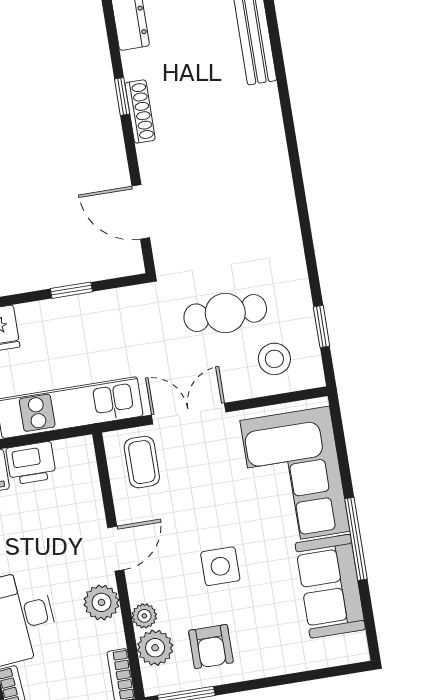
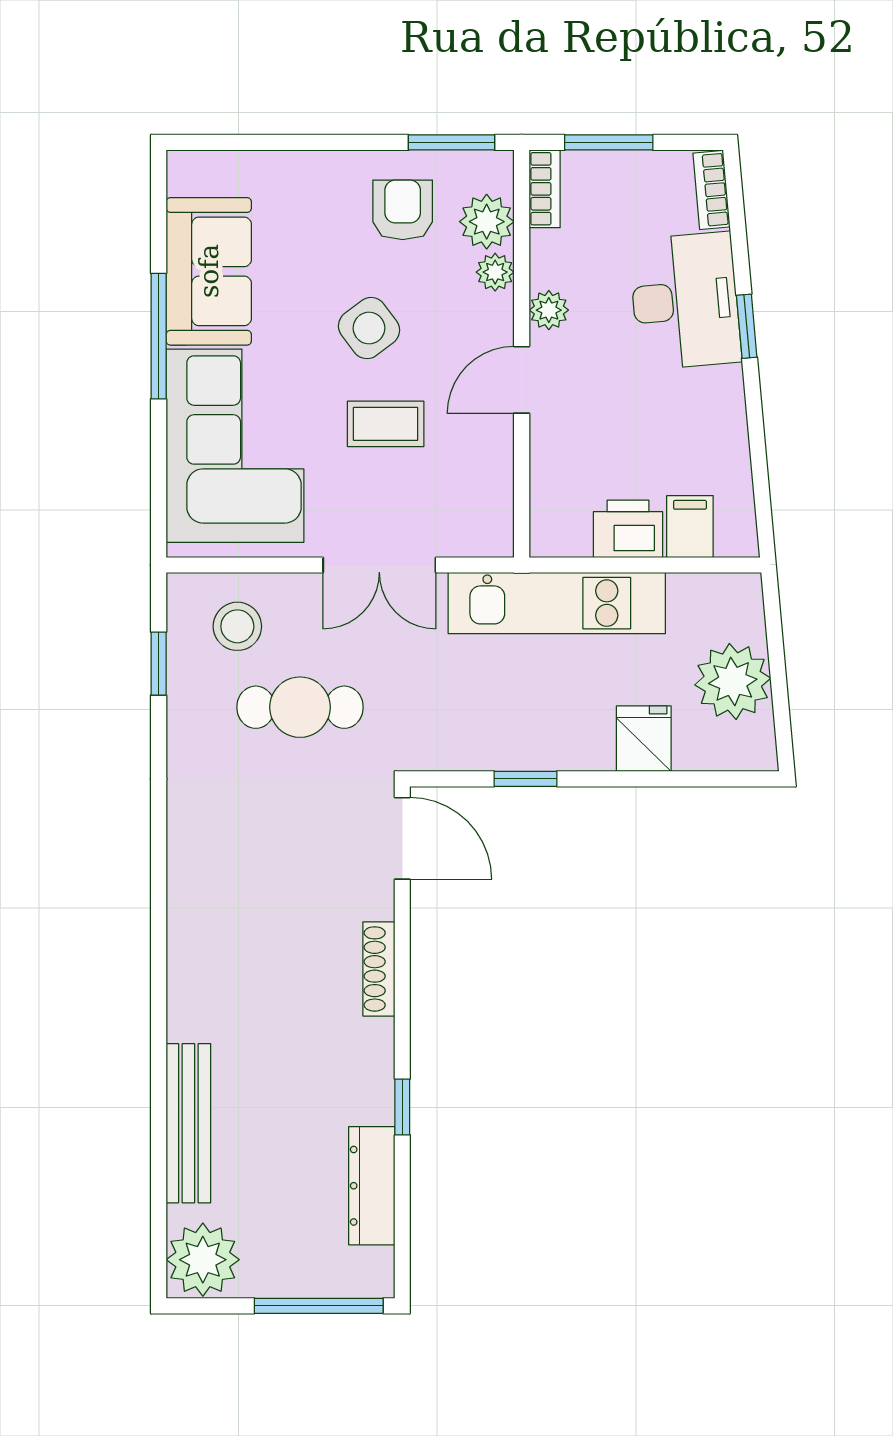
window: (122, 97) -> (402, 1107), moved
shoe rack: (140, 111) -> (379, 969), moved
door: (141, 212) -> (402, 838), moved
coffee table: (142, 462) -> (386, 424), moved, turned 90
side table: (220, 566) -> (369, 328), turned -37
plant: (101, 602) -> (549, 310), width x0.73, depth x0.73

